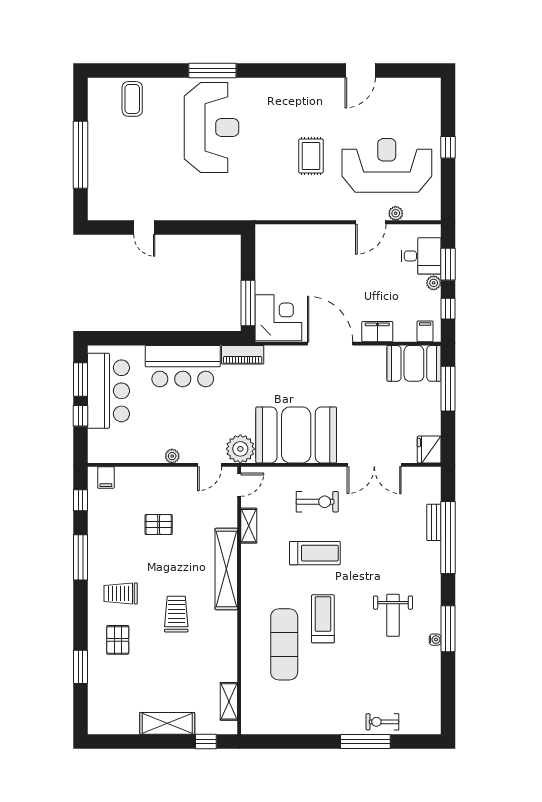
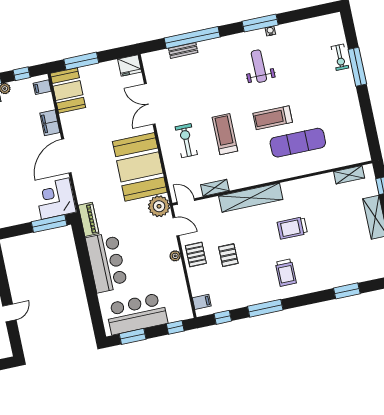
window: (80, 416) -> (175, 327), moved
double door: (374, 465) -> (150, 104), swing flipped
weight bench: (393, 615) -> (259, 66), turned -90
pallet: (118, 640) -> (196, 254), moved, turned 90

